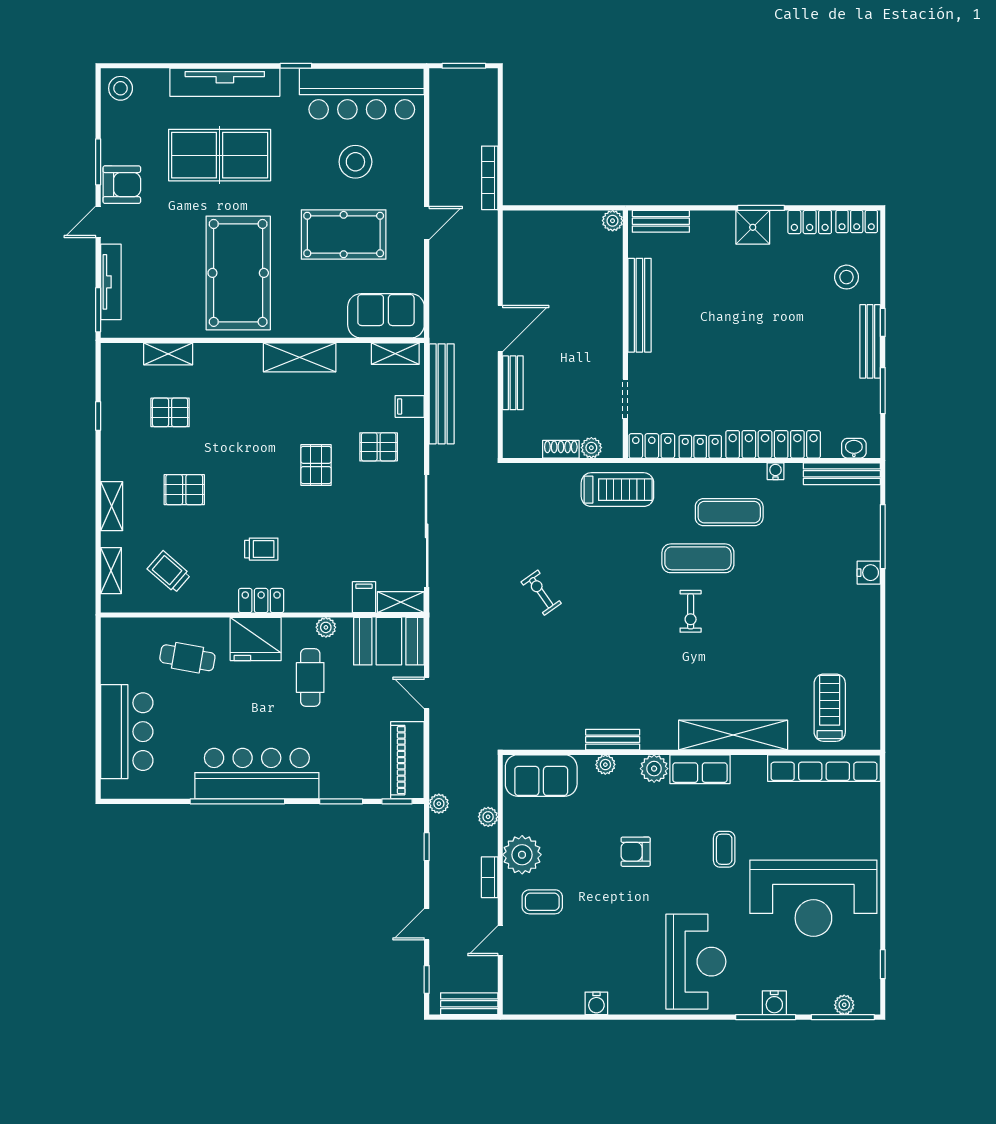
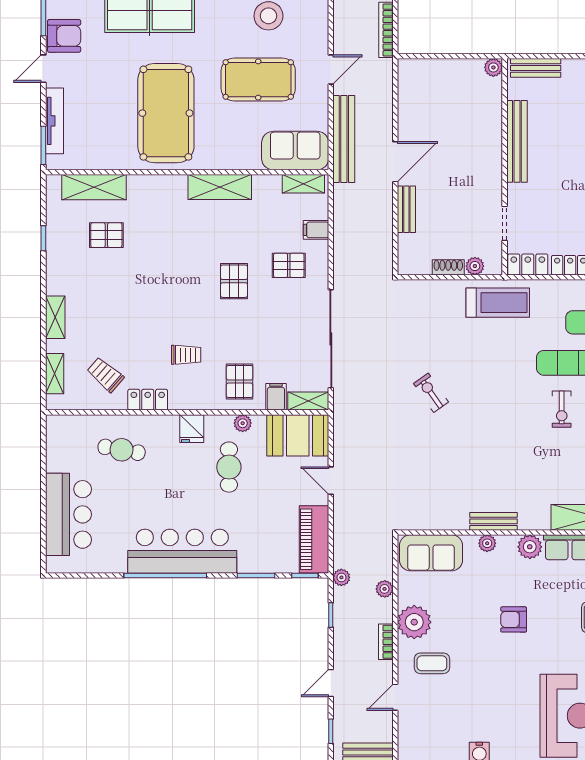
shelving: (168, 354) -> (94, 187), width x1.50, depth x1.33
bench: (442, 394) -> (344, 139), moved
pallet: (184, 490) -> (240, 382), moved, turned 90
locker: (261, 601) -> (148, 400), moved
fridge: (256, 639) -> (192, 429), width x0.53, depth x0.75

